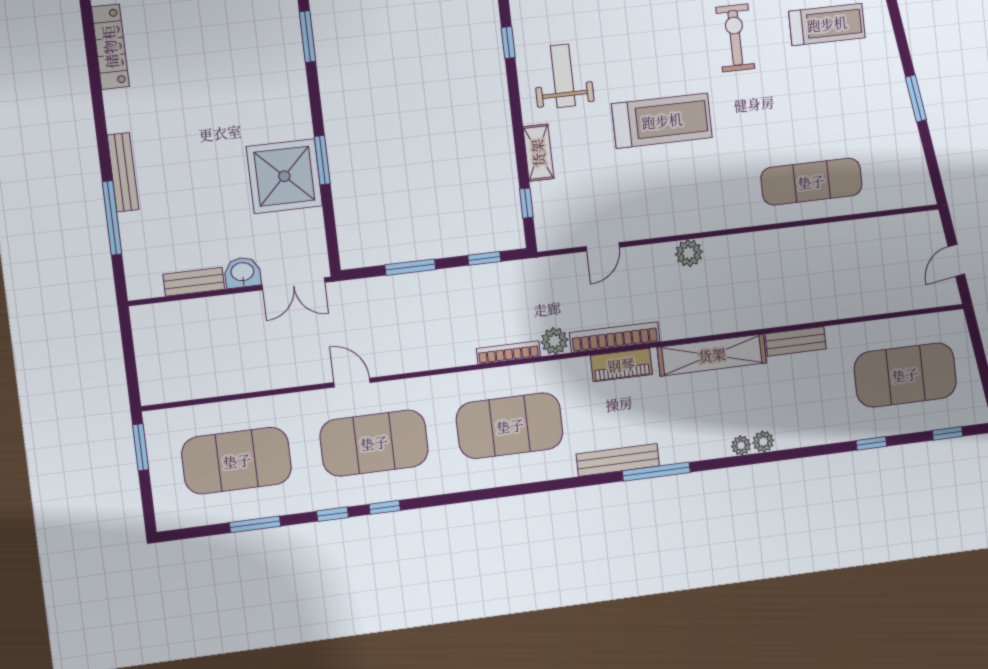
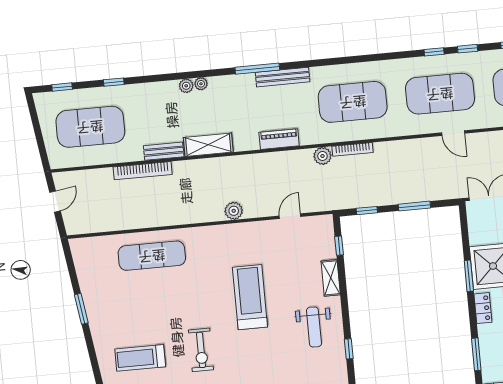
locker: (299, 110) -> (483, 308), added
treadmill: (662, 121) -> (250, 297), turned 90
bookcase: (615, 337) -> (143, 171), moved
shelving: (712, 355) -> (208, 145), width x0.68

